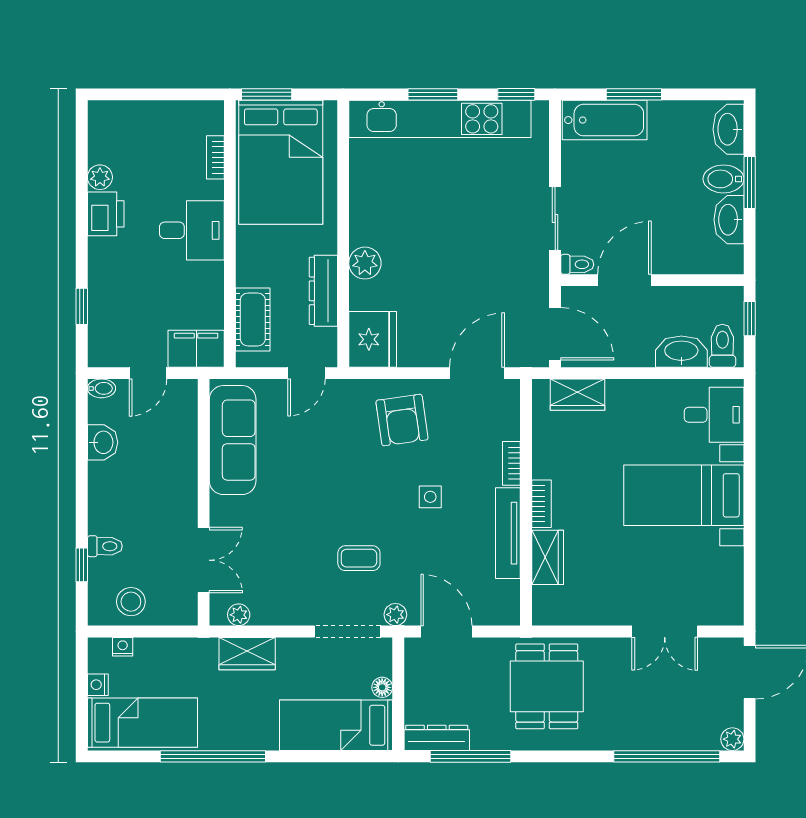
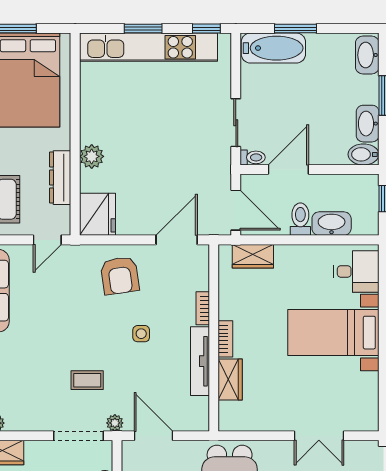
bidet: (723, 179) -> (363, 154), moved
toilet: (722, 346) -> (300, 219), moved

